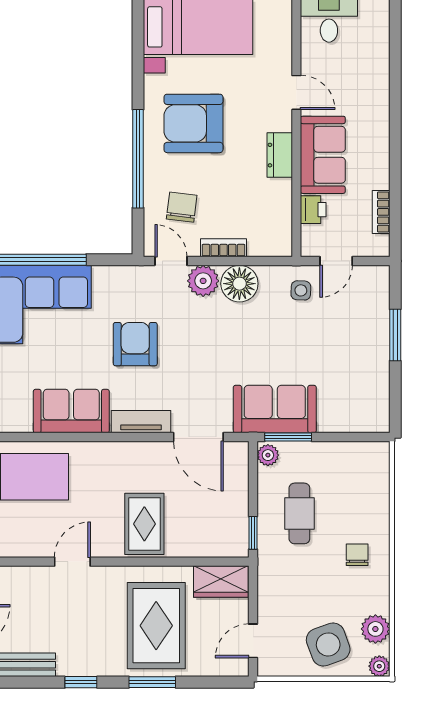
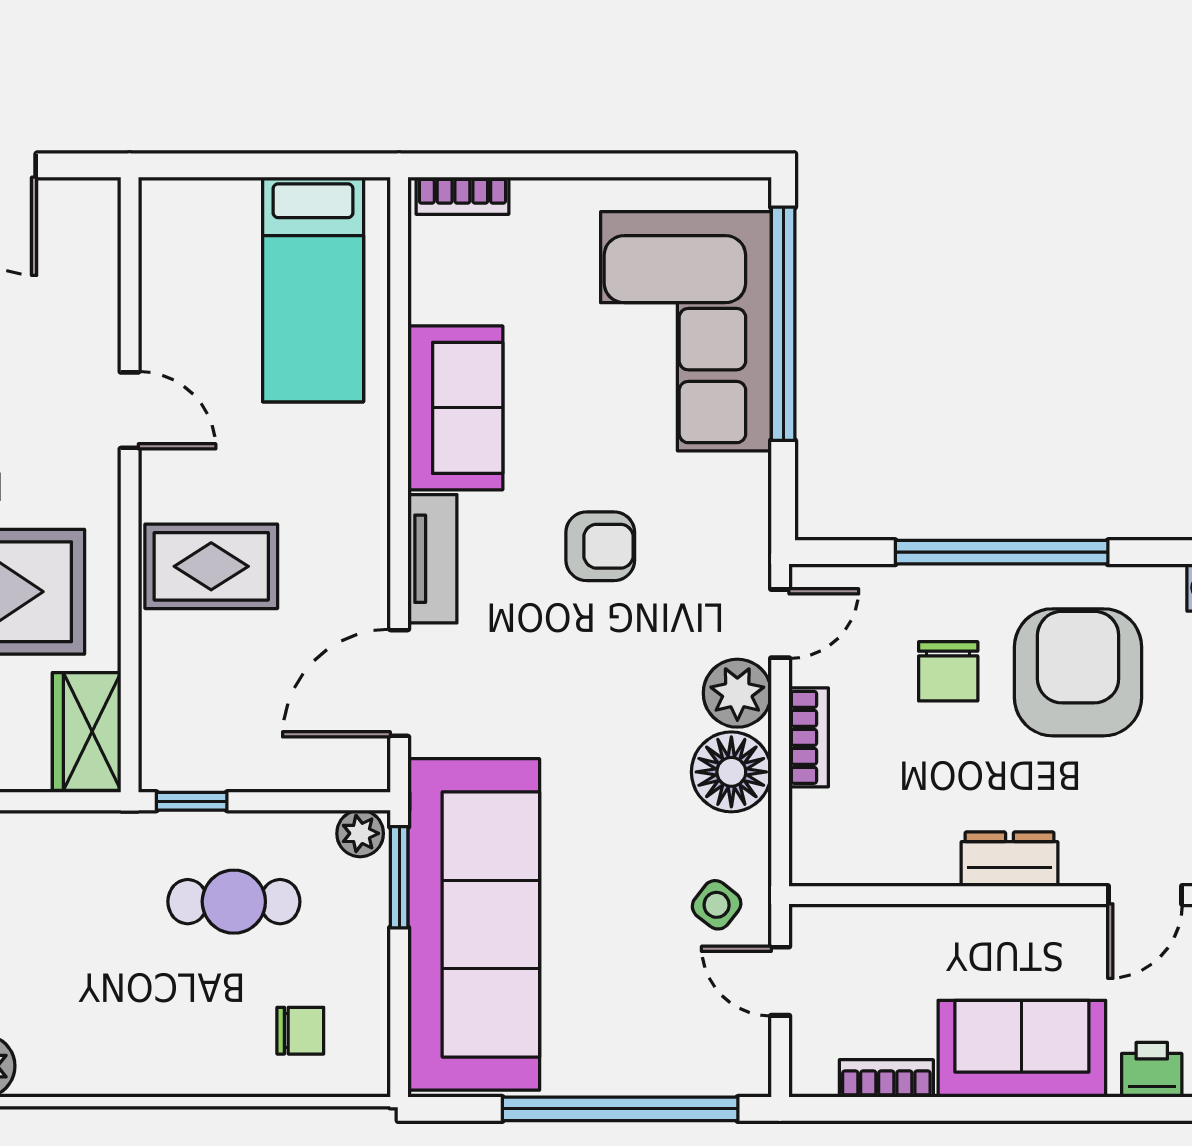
sofa: (323, 155) -> (1022, 1049), moved, turned 180
chair: (182, 207) -> (948, 671), moved, turned 83
printer: (313, 210) -> (1152, 1070), moved, turned 180
side table: (301, 290) -> (717, 905), turned 35
window: (395, 335) -> (620, 1109), width x2.11
armchair: (135, 344) -> (600, 546), width x0.72, depth x0.72
sofa: (275, 409) -> (474, 924), width x1.85, depth x1.27
chair: (357, 555) -> (300, 1031), moved

